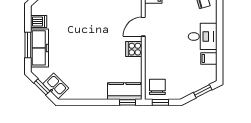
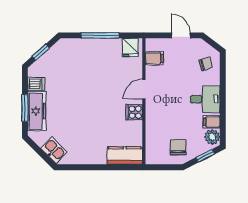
plant: (209, 73) -> (212, 137), added
window: (42, 87) -> (39, 151), removed
chair: (157, 87) -> (178, 147), moved
window: (127, 102) -> (128, 167), removed
window: (160, 102) -> (162, 167), removed

